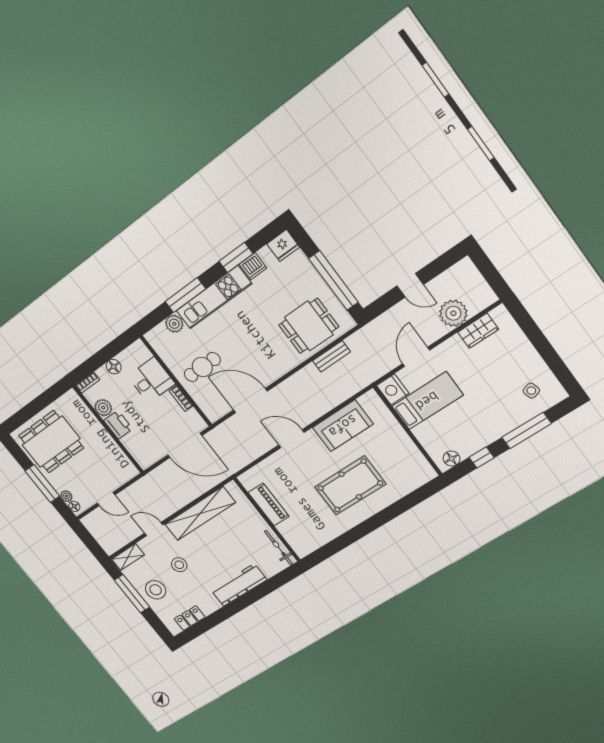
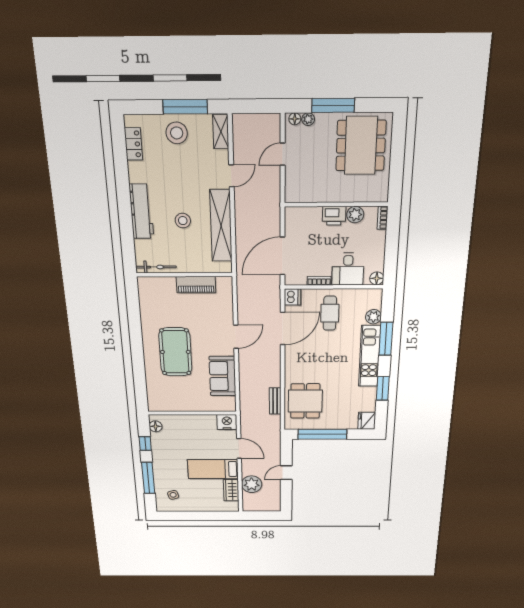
dishwasher: (253, 266) -> (292, 297), moved, turned 180
floor lamp: (114, 367) -> (377, 278), moved
bed: (427, 401) -> (213, 469), moved, turned 90
stool: (179, 565) -> (183, 221), moved

